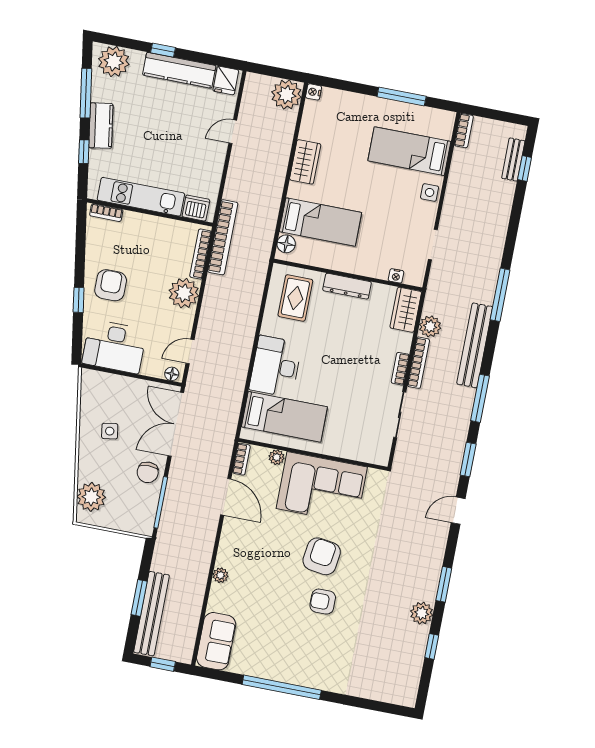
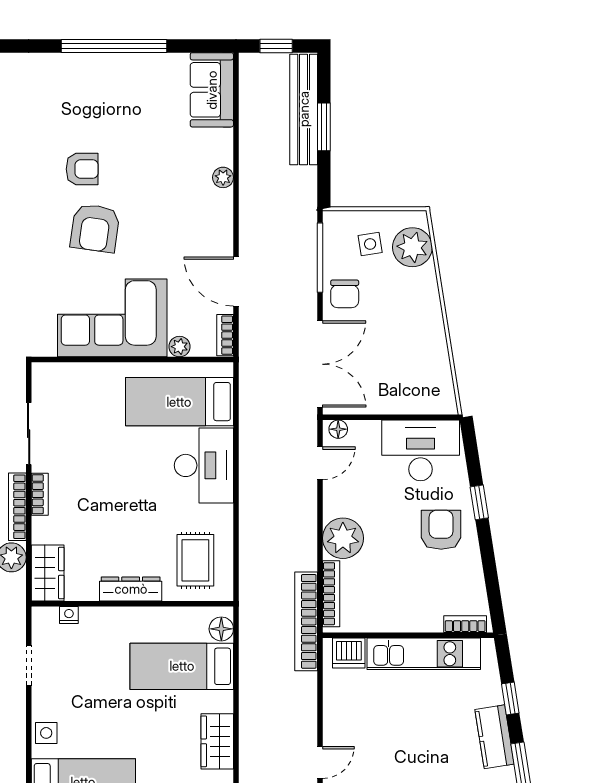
armchair: (111, 285) -> (441, 530), turned 180
side table: (110, 431) -> (370, 244), moved
chair: (148, 472) -> (345, 294), turned 180

